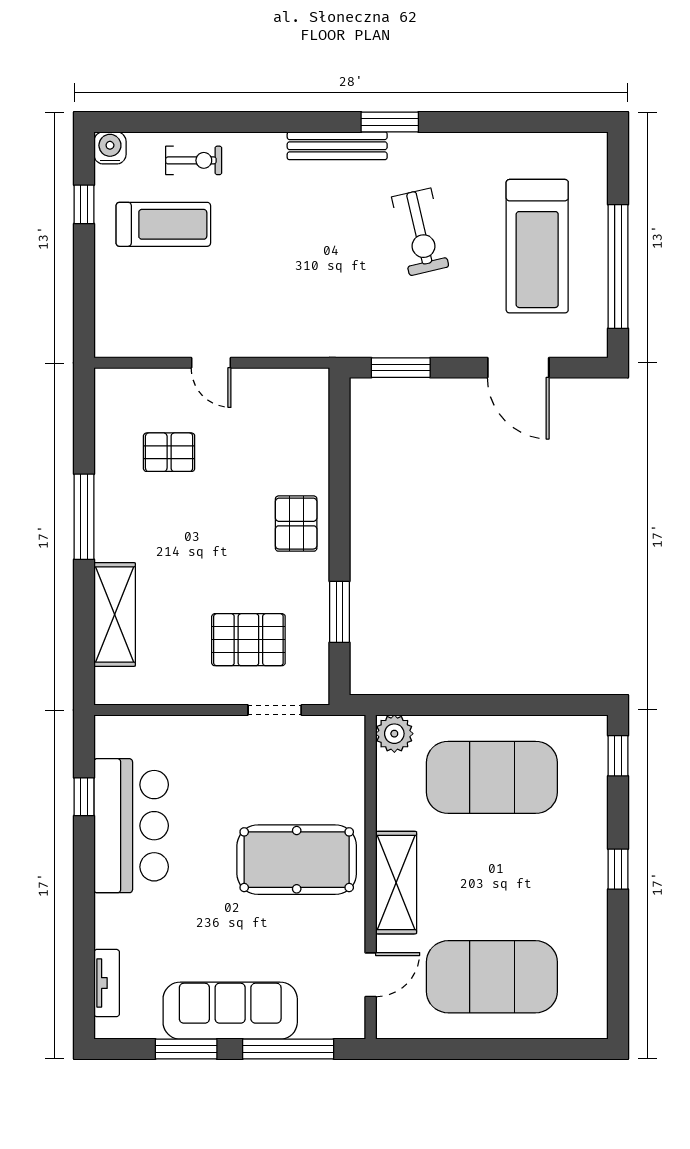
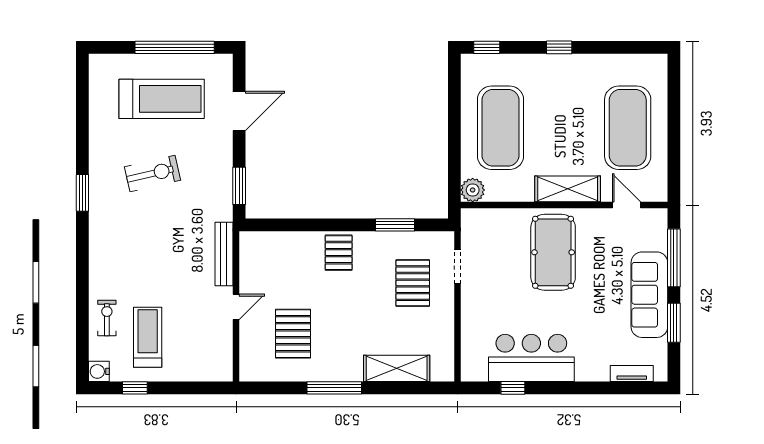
bench: (337, 146) -> (224, 254), moved
pallet: (169, 452) -> (293, 334), width x1.50, depth x1.42
pallet: (296, 524) -> (339, 253), turned 90

